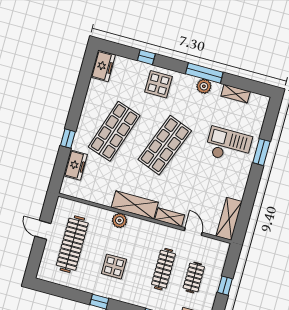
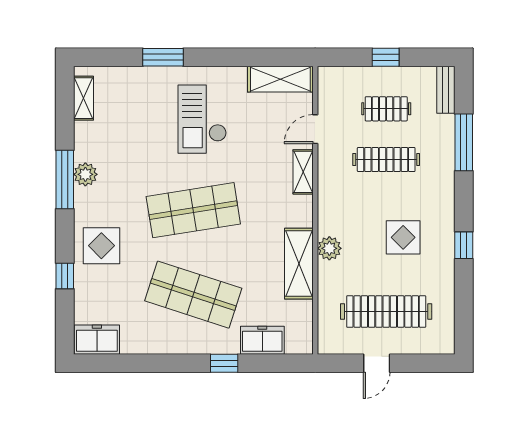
shelving: (236, 94) -> (83, 98), moved
shop shelf: (165, 145) -> (193, 210), turned -30
checkout: (228, 145) -> (202, 119), moved
shelving: (135, 205) -> (299, 264), moved

